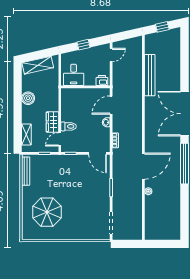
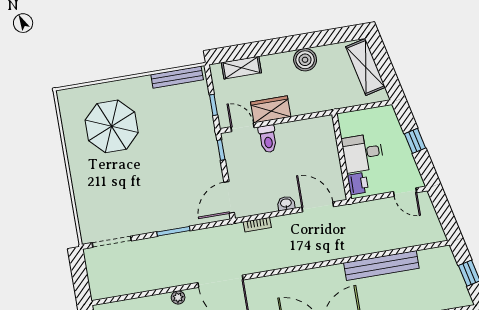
desk: (74, 75) -> (363, 153), moved

